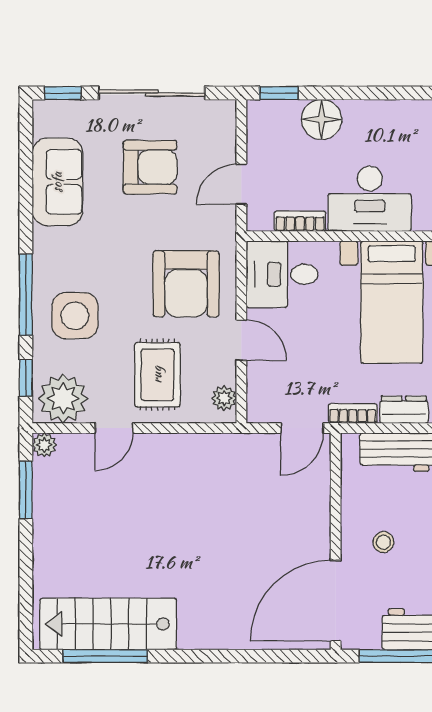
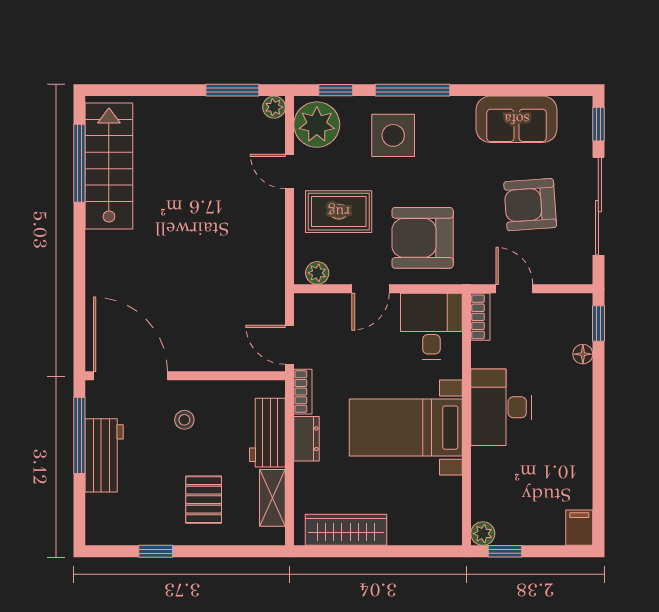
floor lamp: (322, 120) -> (583, 354), width x0.53, depth x0.53
armchair: (150, 167) -> (530, 205), turned 86
bookcase: (300, 221) -> (480, 317), moved

